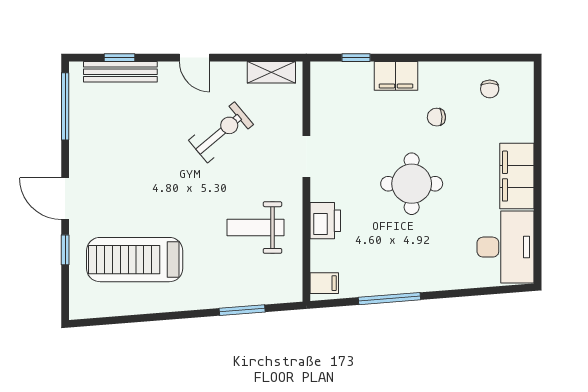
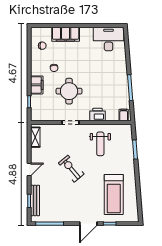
exercise bike: (221, 132) -> (71, 169), moved
filing cabinet: (517, 176) -> (66, 34), moved
round table: (412, 184) -> (69, 91), moved

